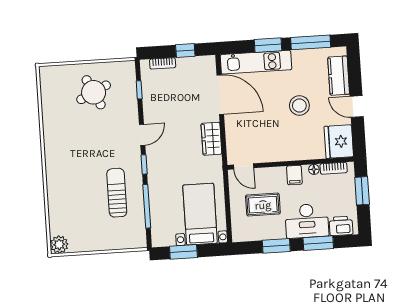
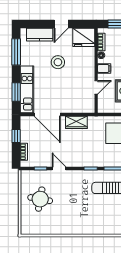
window: (268, 45) -> (16, 92), moved
round table: (94, 92) -> (40, 199), turned 36
door: (220, 95) -> (47, 115), swing flipped
door: (142, 135) -> (59, 169), moved
door: (244, 166) -> (96, 87), moved

